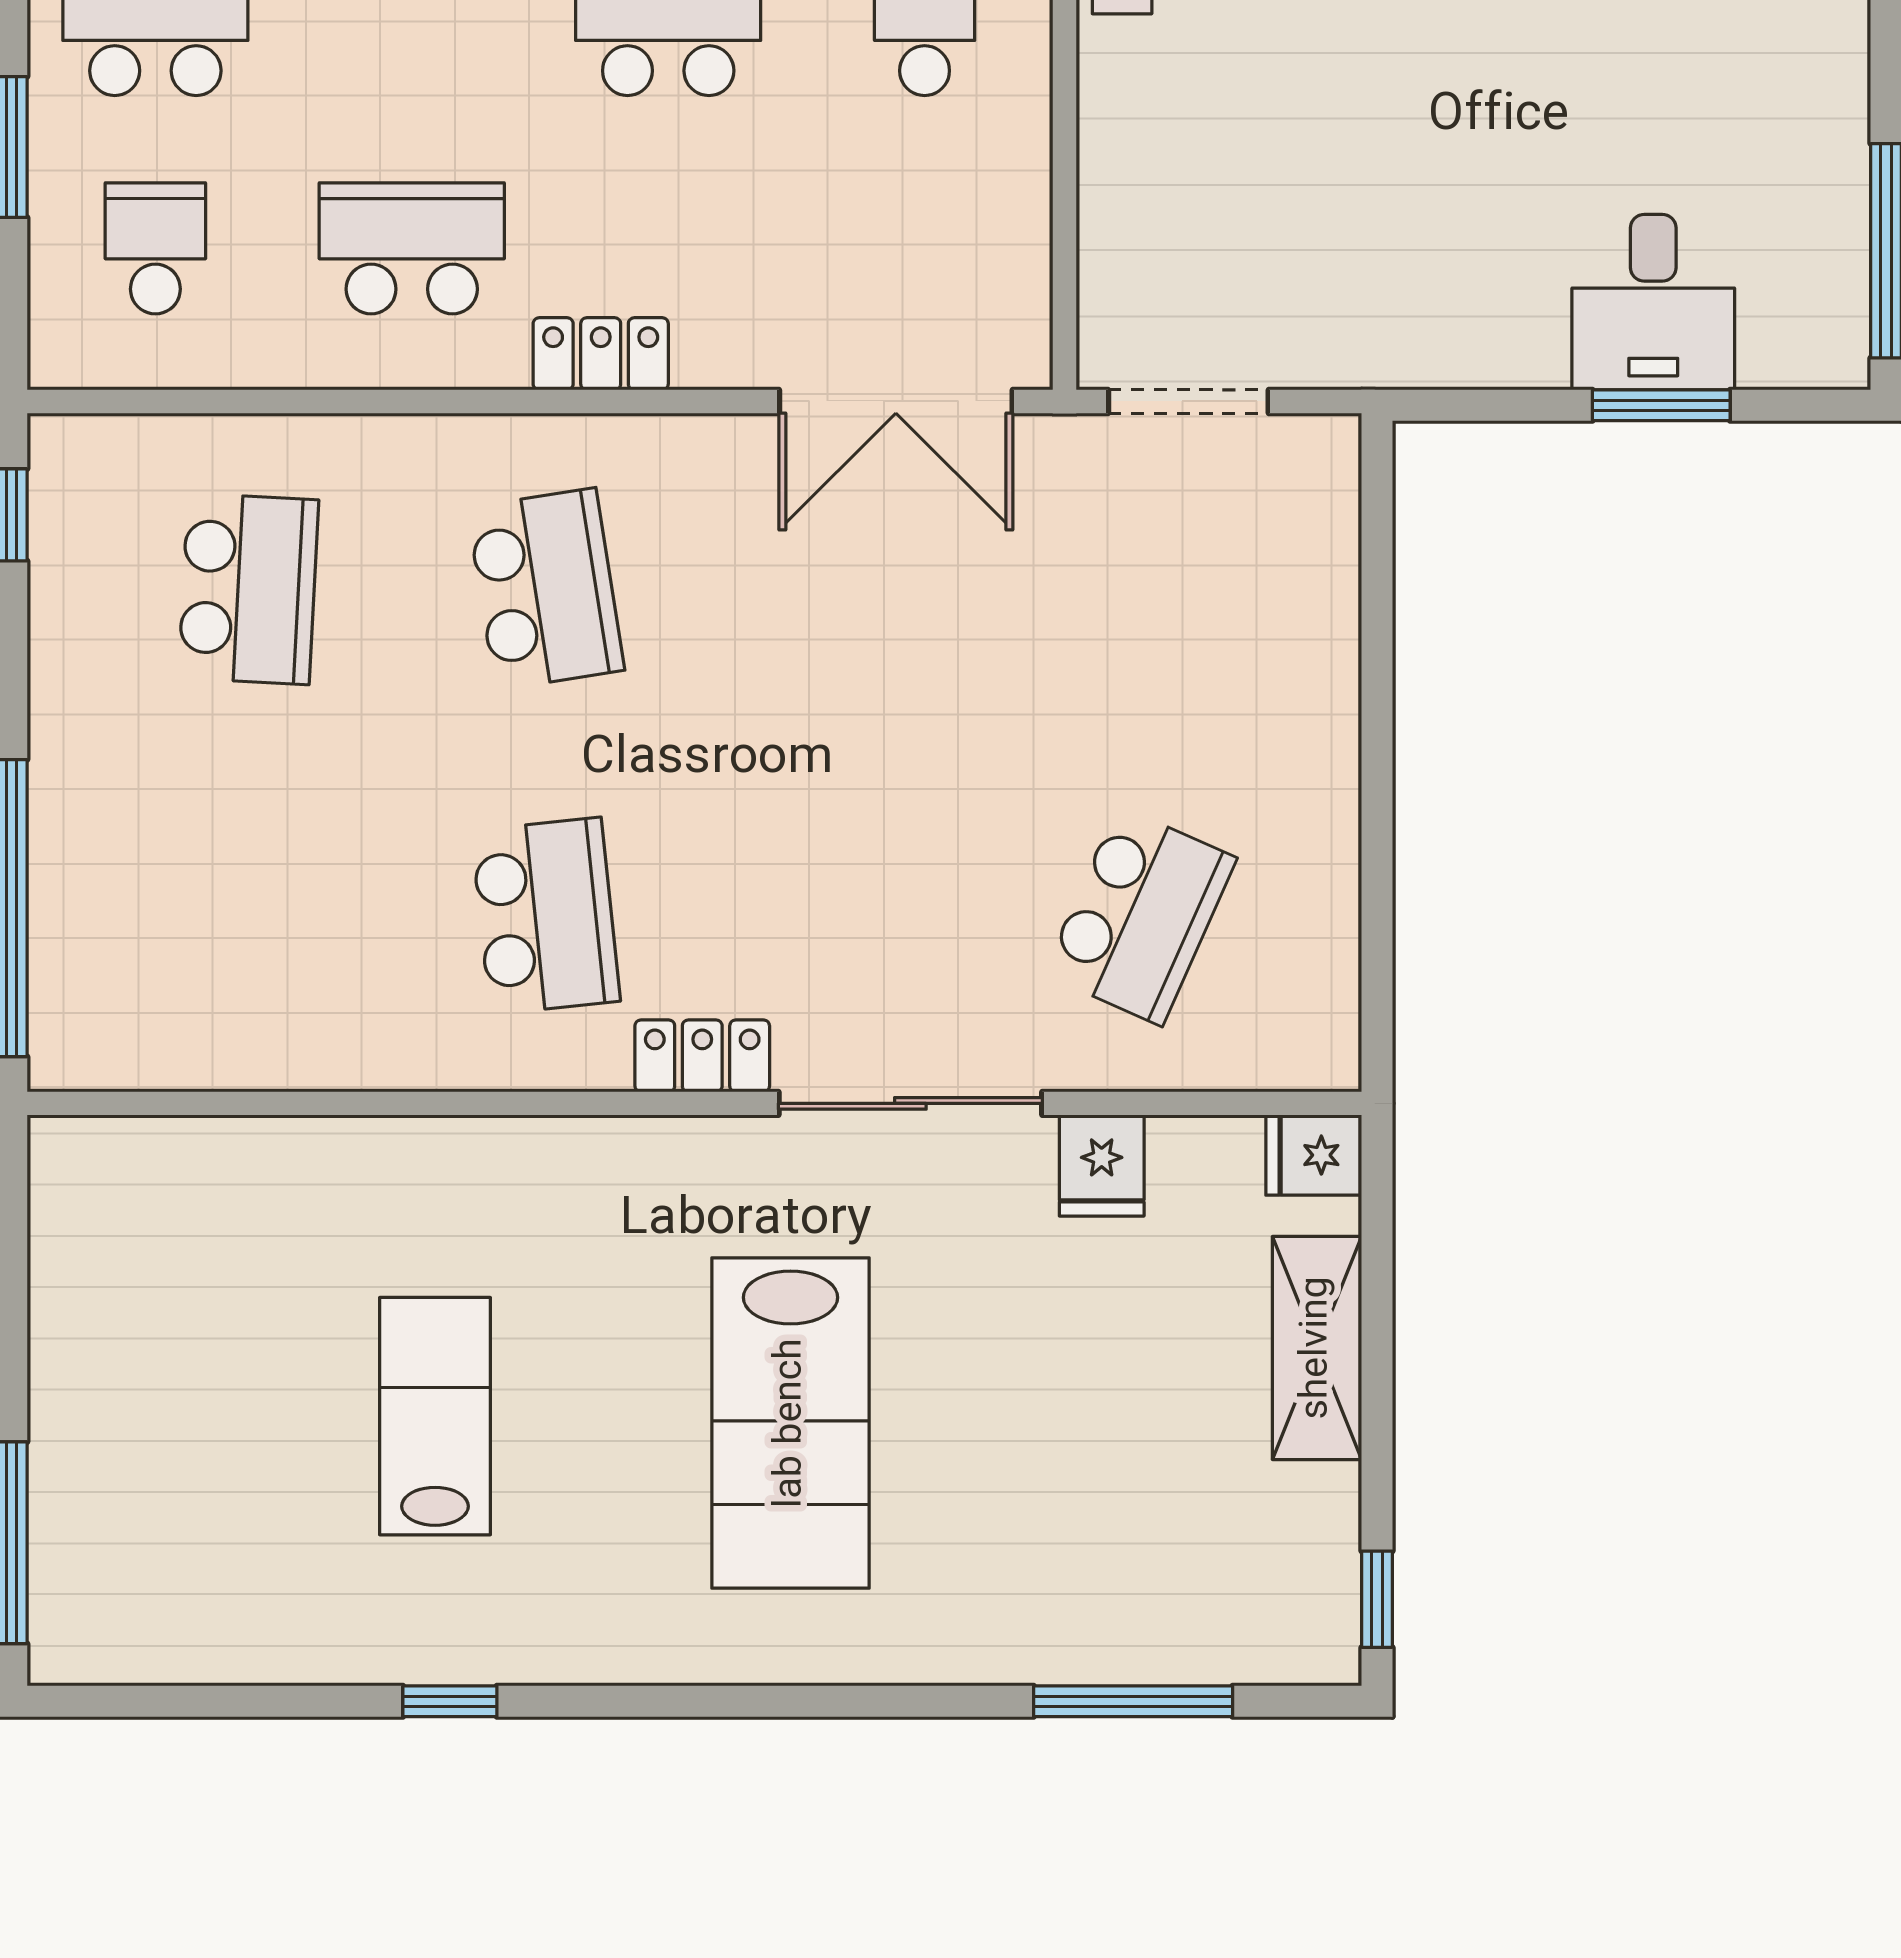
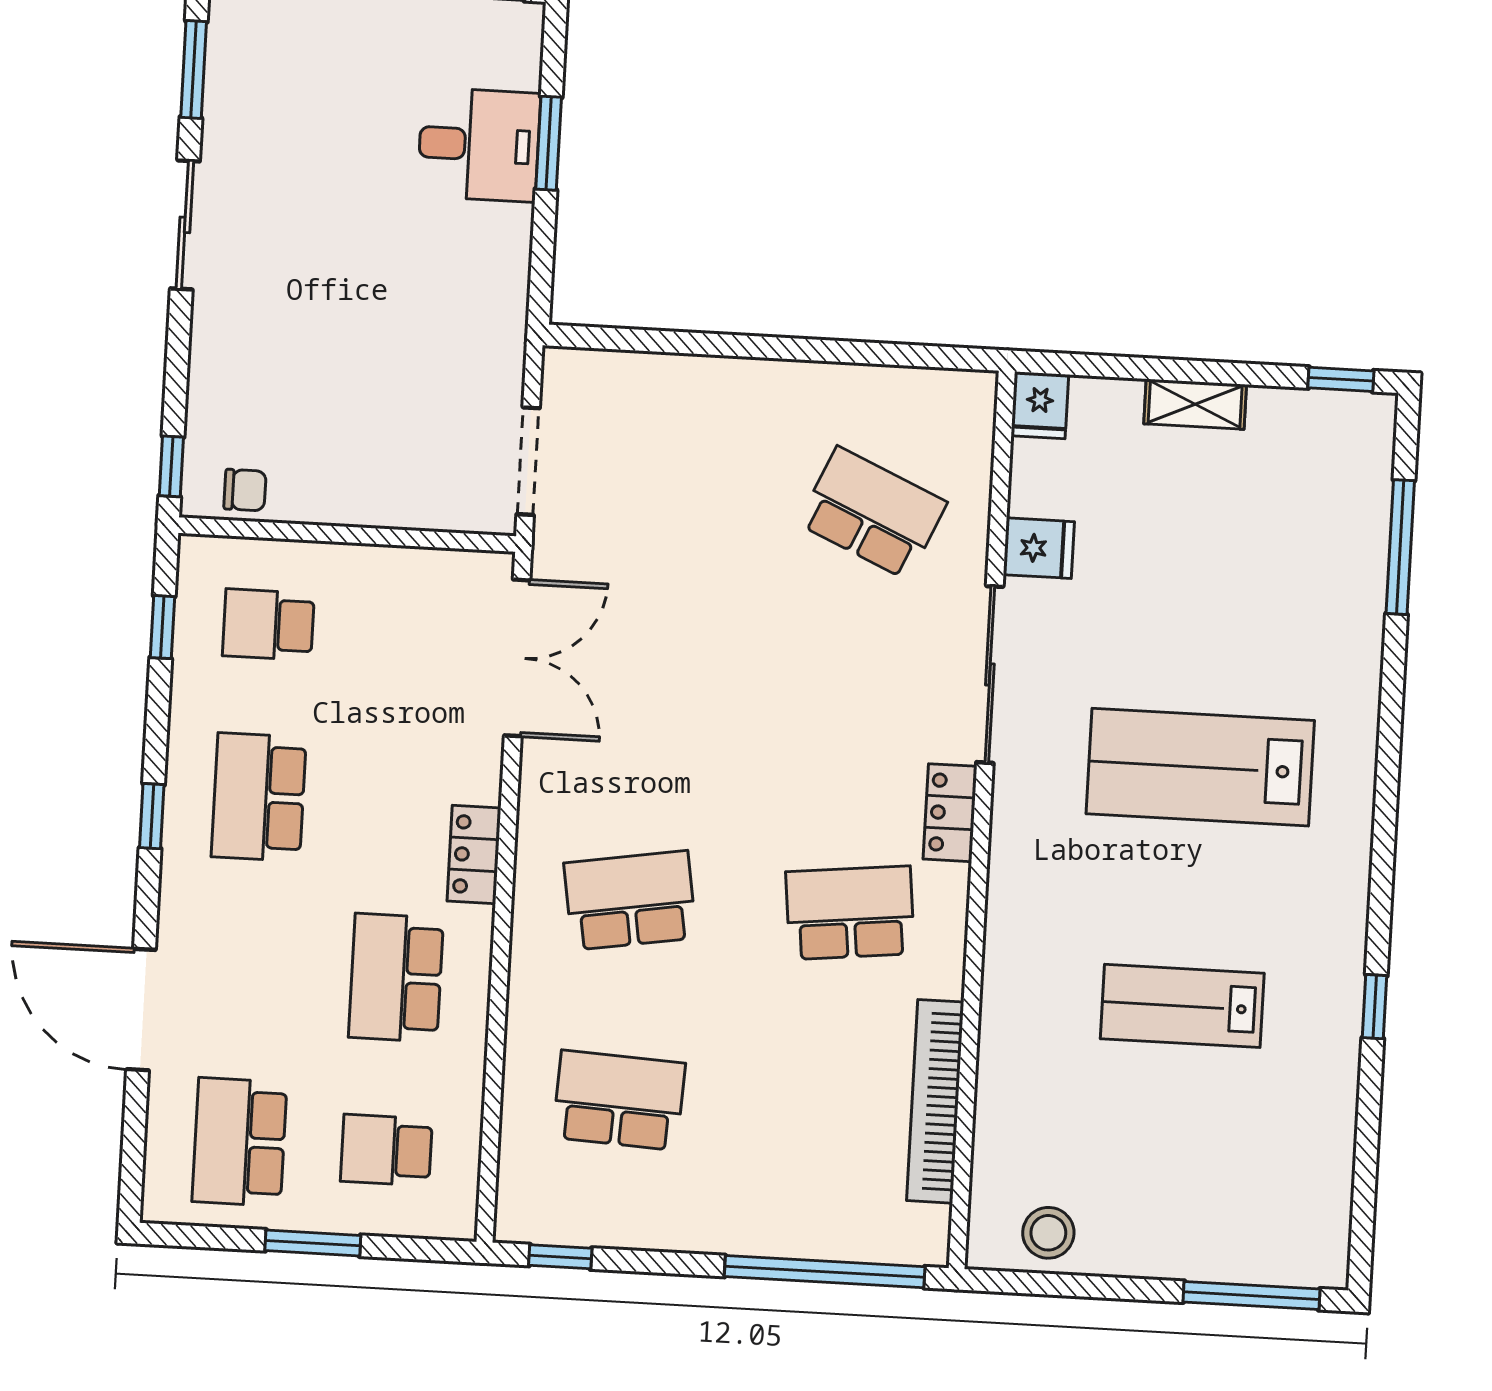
bookcase: (273, 1058) -> (935, 1101), added
stool: (88, 1236) -> (1048, 1233), added
shelving: (1317, 1348) -> (1195, 404), width x0.67, depth x0.75
lab bench: (791, 1423) -> (1200, 767), turned 180

